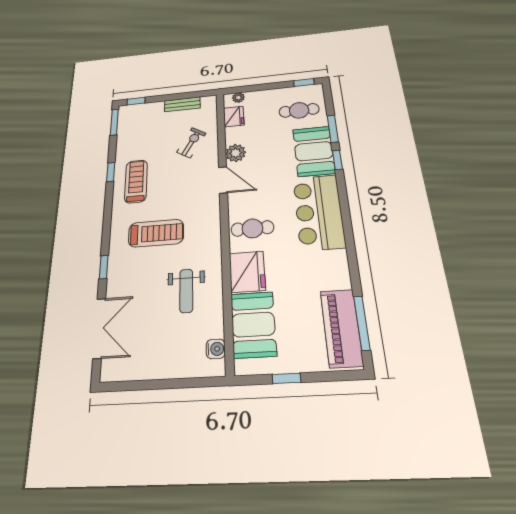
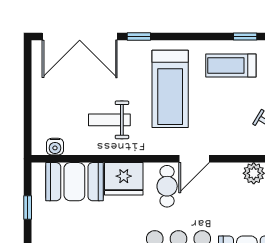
door: (223, 180) -> (194, 159), moved
treadmill: (136, 181) -> (231, 65), turned 180
treadmill: (156, 233) -> (170, 89), width x1.37, depth x1.37
double door: (99, 328) -> (80, 36), width x1.36

